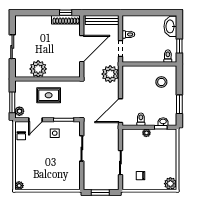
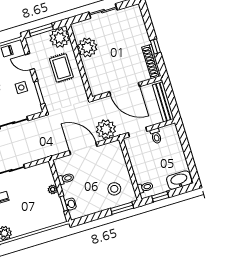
window: (66, 13) -> (155, 46), moved
window: (179, 104) -> (122, 208), moved
plant: (19, 111) -> (60, 38), moved, width x1.88, depth x1.88
door: (120, 111) -> (83, 148), moved

